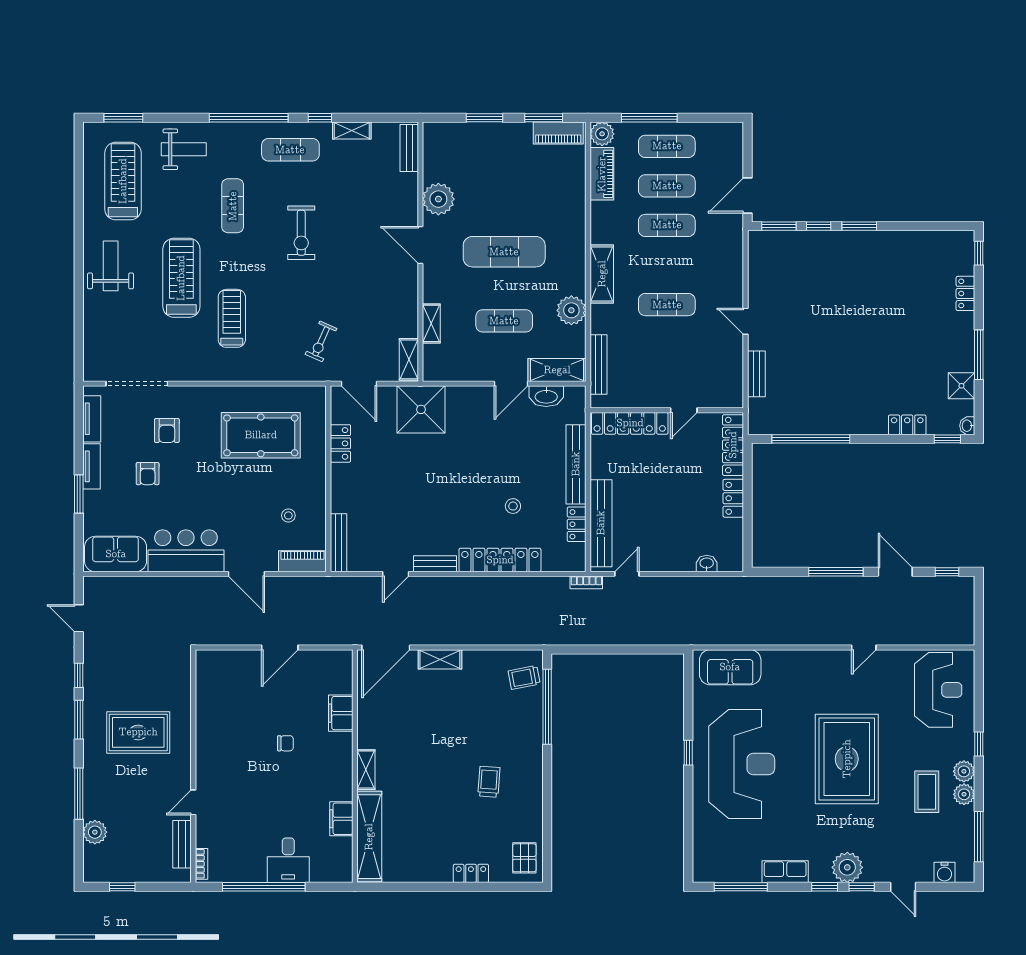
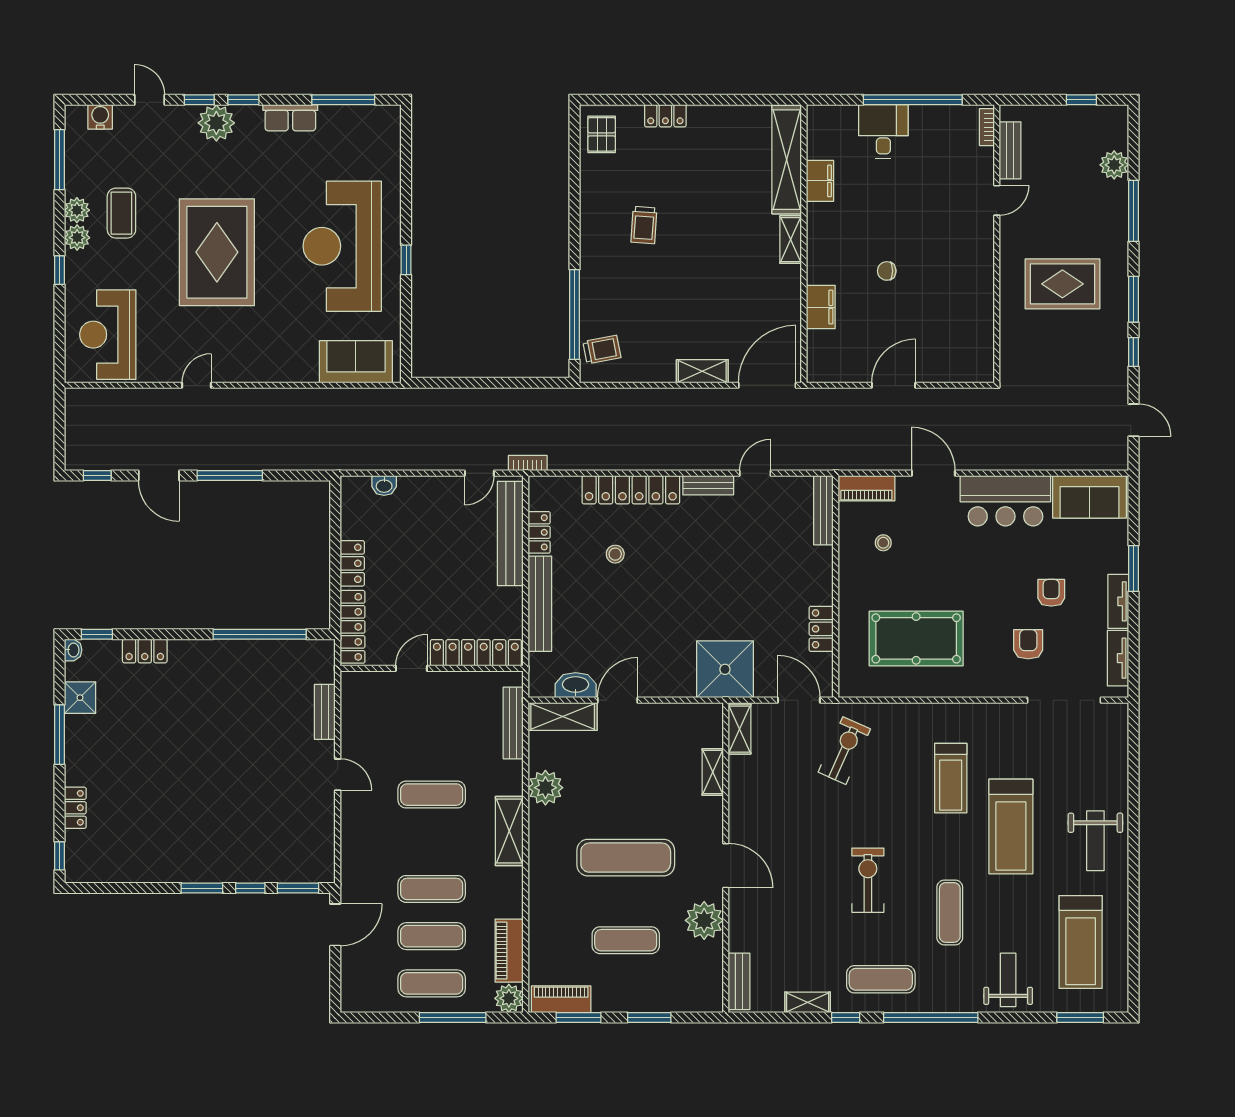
weight bench: (184, 149) -> (1008, 980), turned 90
exercise mat: (504, 321) -> (626, 940), moved
exercise bike: (321, 341) -> (844, 751), width x1.38, depth x1.39

